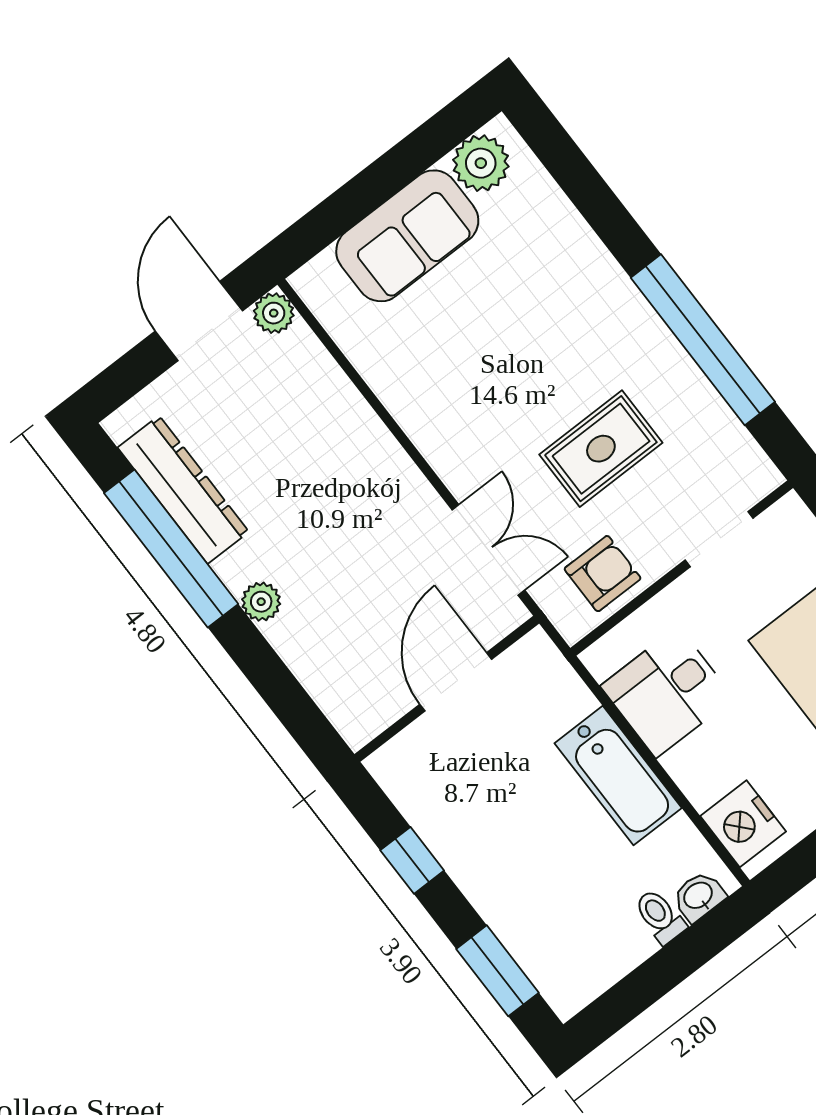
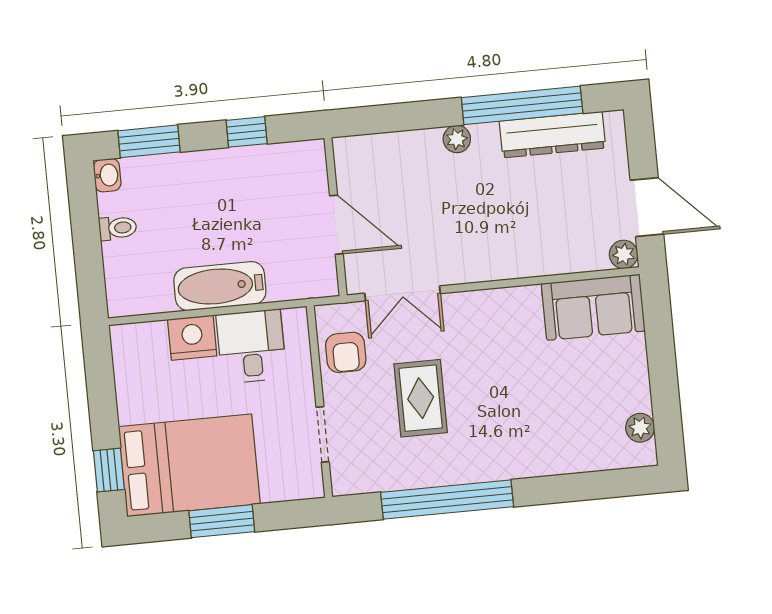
plant: (481, 163) -> (640, 428), width x0.73, depth x0.73
sofa: (407, 236) -> (593, 307), moved, turned -90
nightstand: (743, 824) -> (192, 338), moved
washbasin: (699, 896) -> (107, 175), moved
toilet: (660, 916) -> (118, 228), moved

